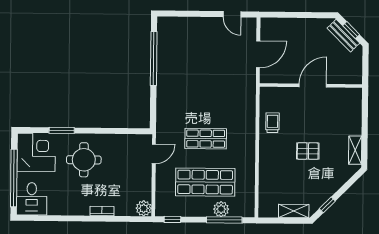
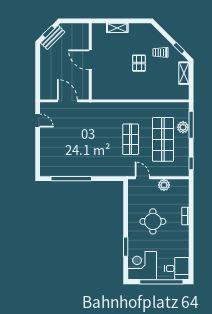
door: (232, 14) -> (38, 121), hinge flipped
trolley: (273, 123) -> (160, 52), moved
shelving: (355, 150) -> (117, 28), moved
round table: (84, 160) -> (153, 221), moved
plant: (144, 208) -> (164, 185), moved

